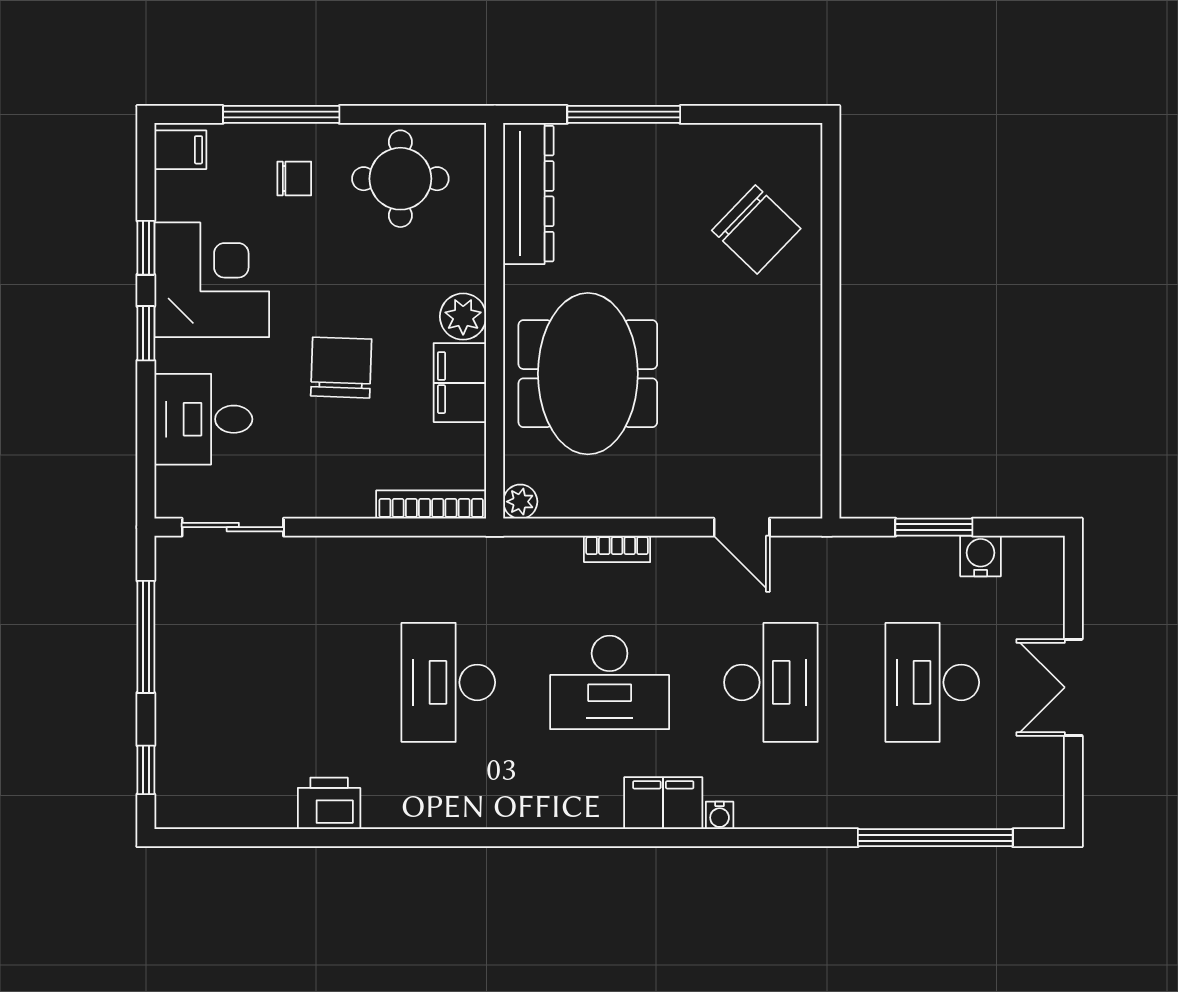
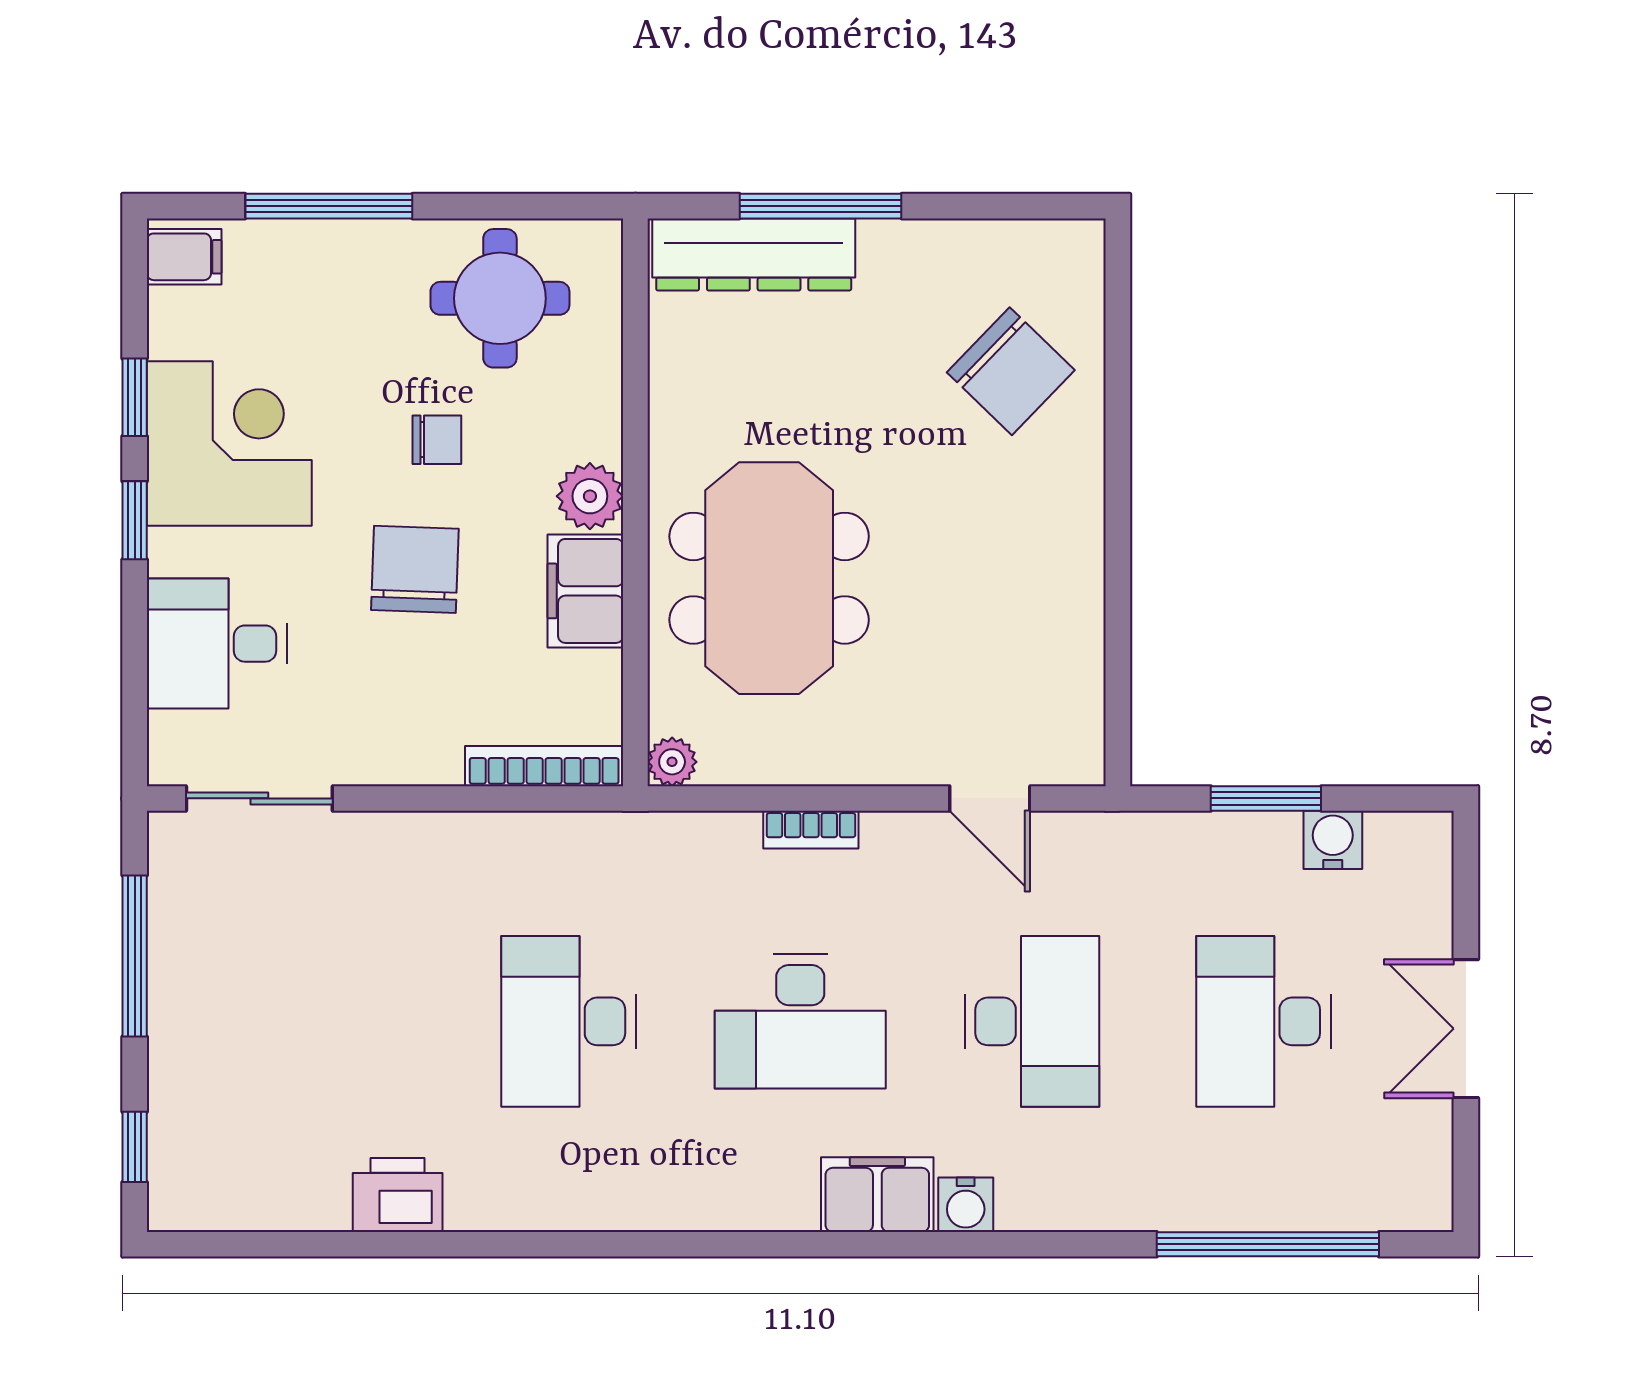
chair: (294, 178) -> (437, 440), moved
dresser: (528, 194) -> (754, 254), moved, turned 90
water cooler: (720, 815) -> (966, 1205), width x1.38, depth x1.38

